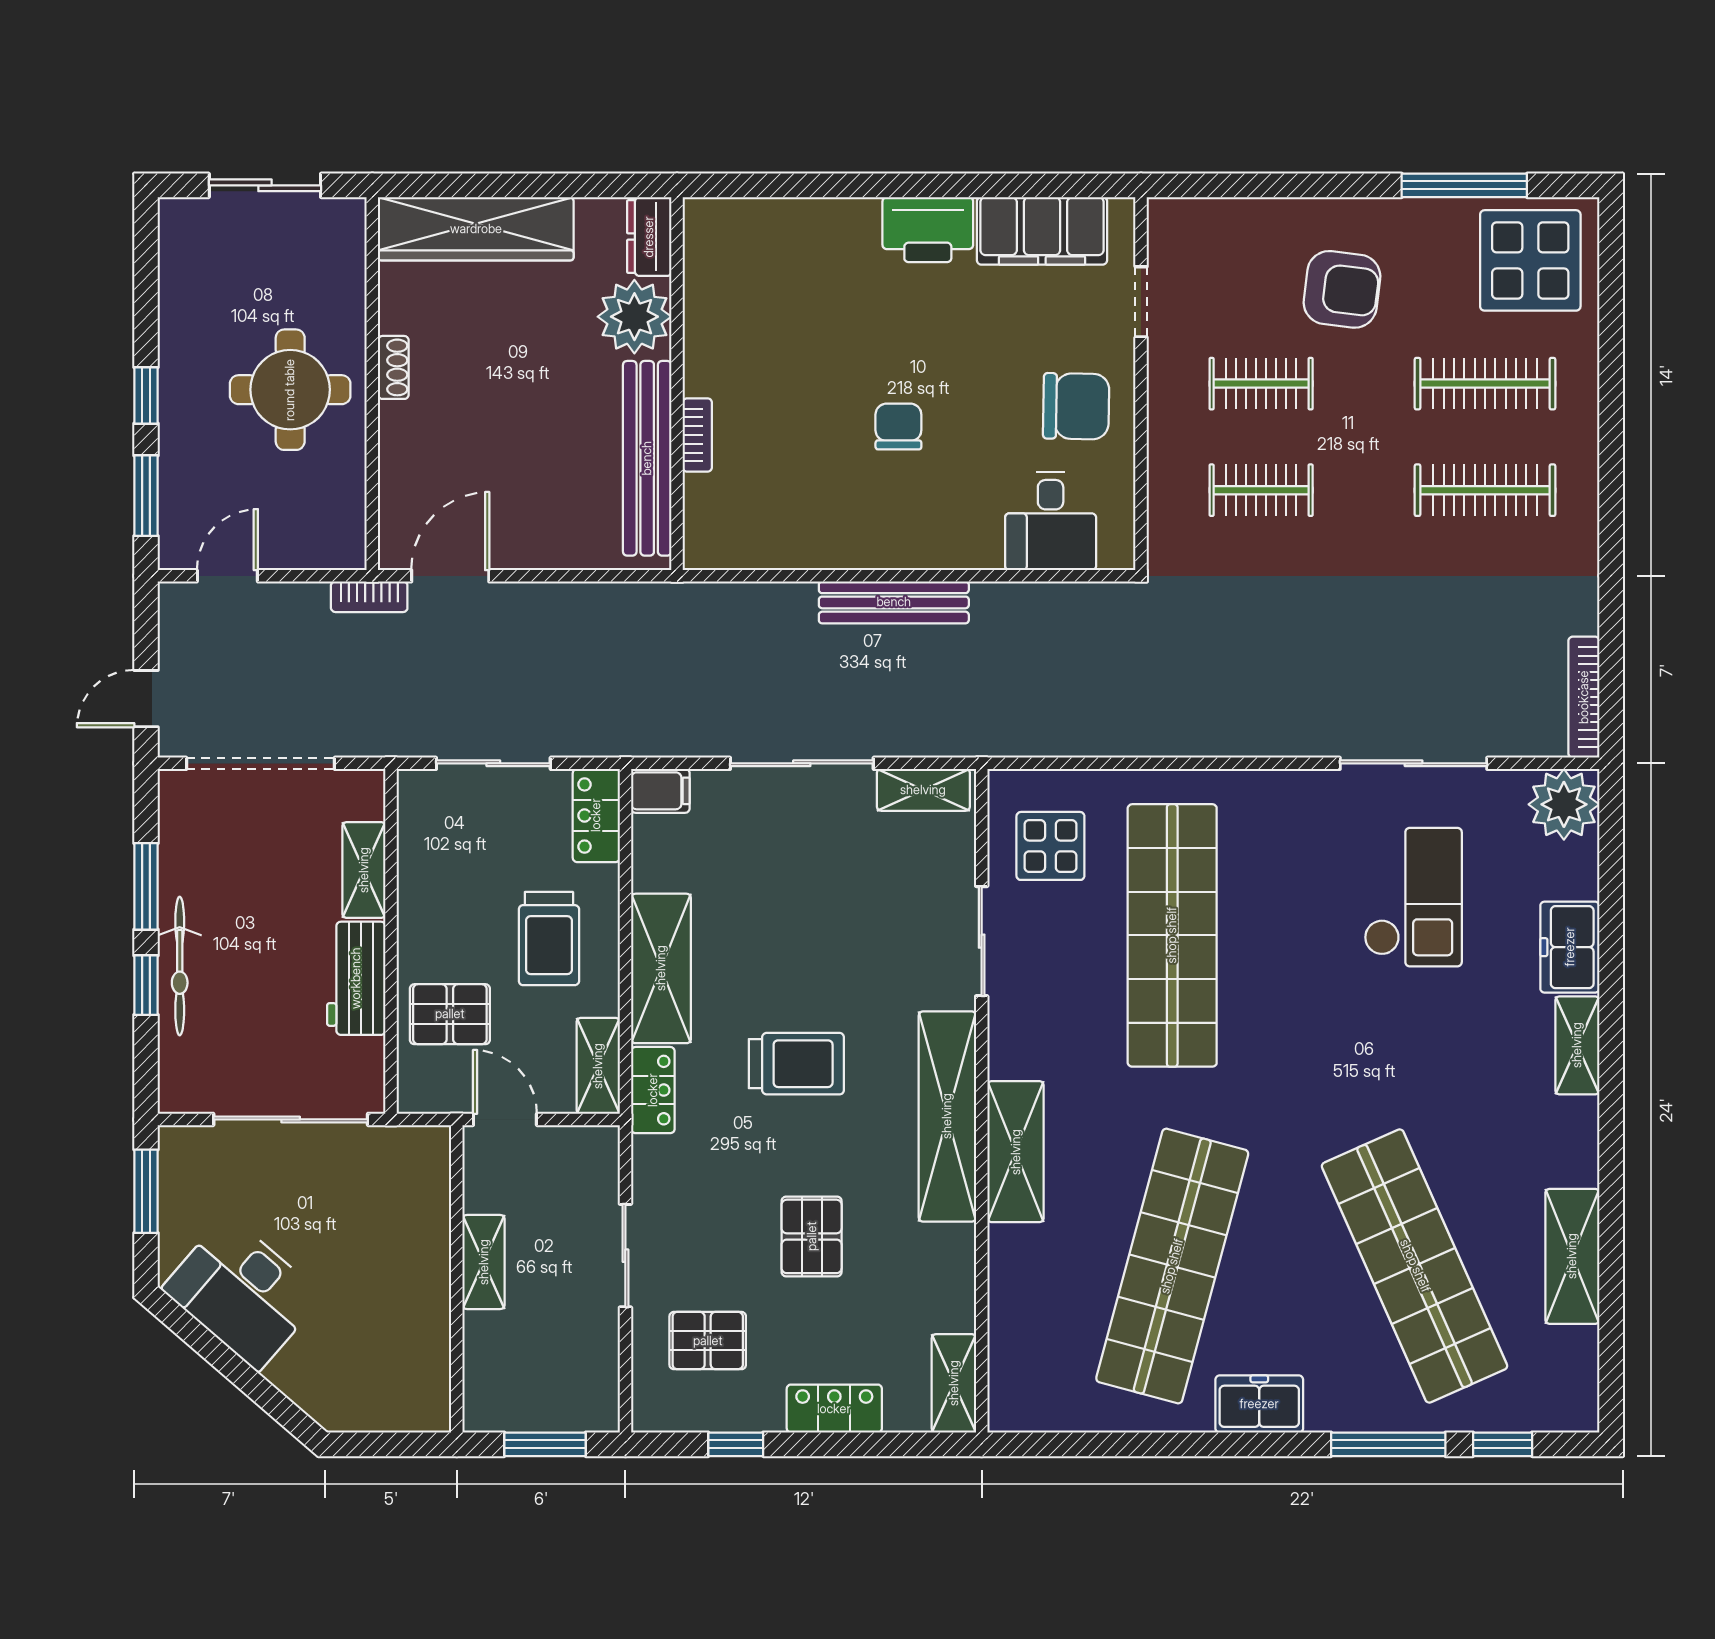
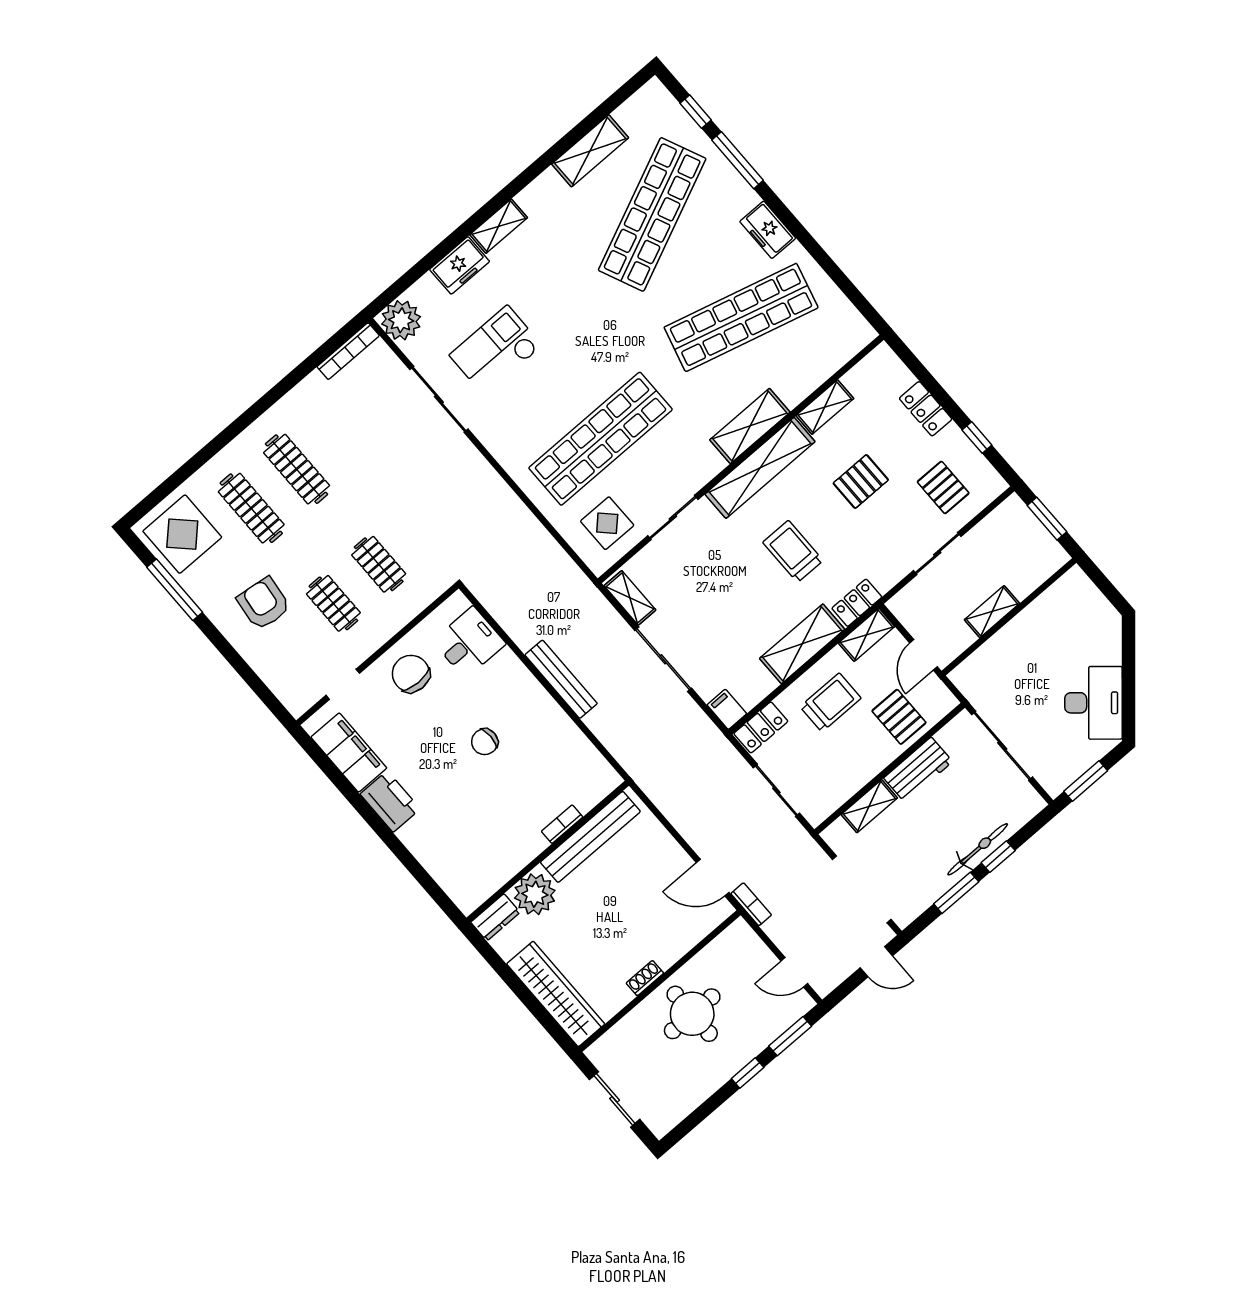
shelving: (954, 1383) -> (825, 407), moved

